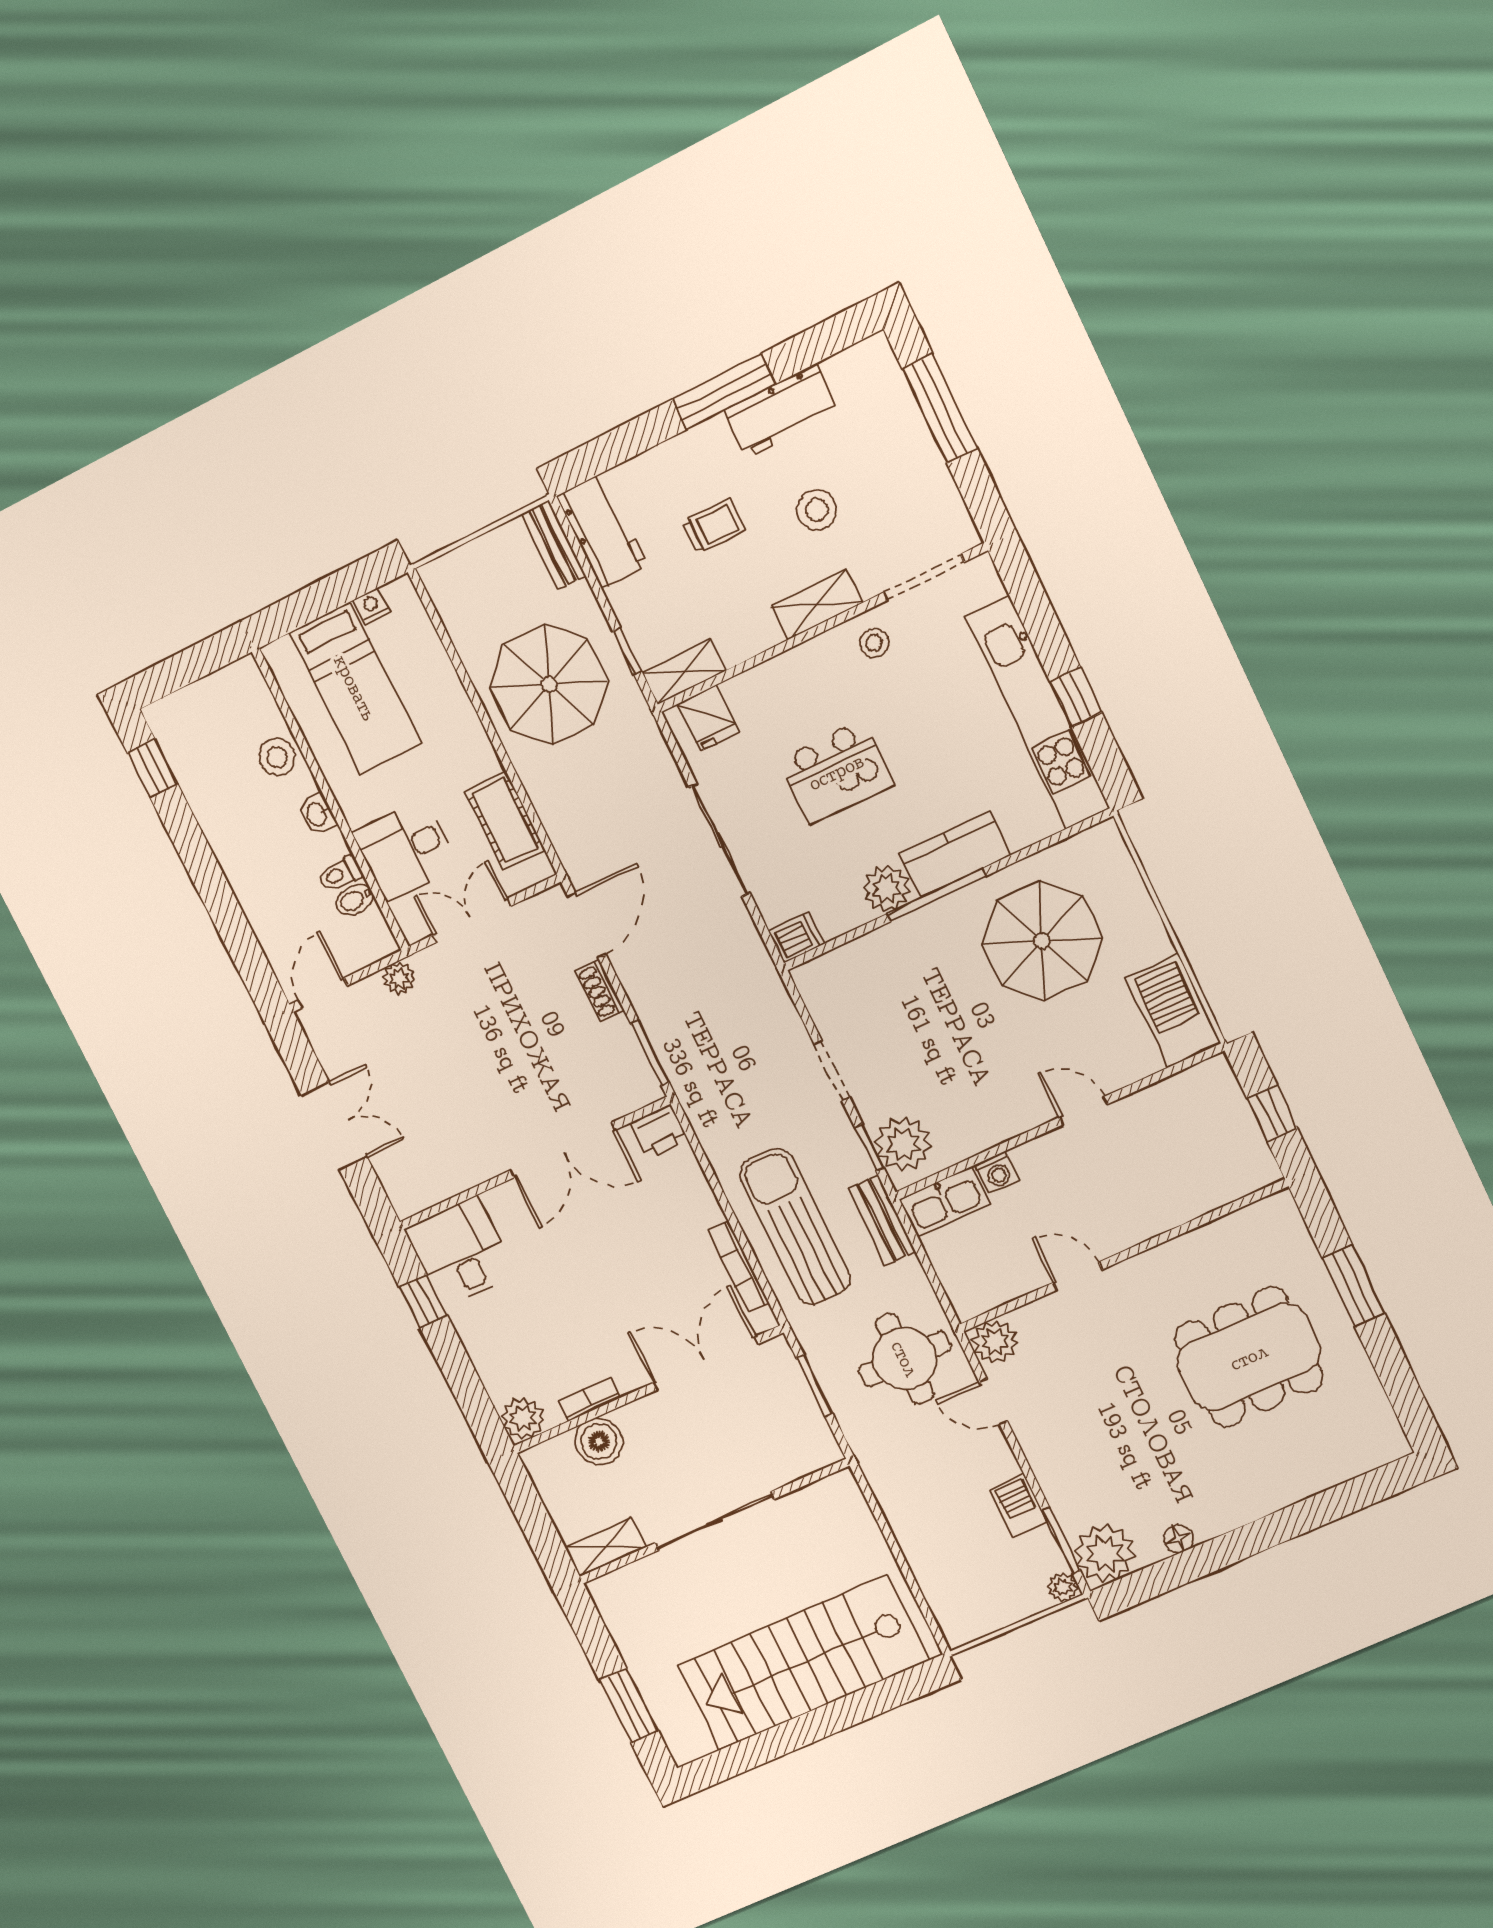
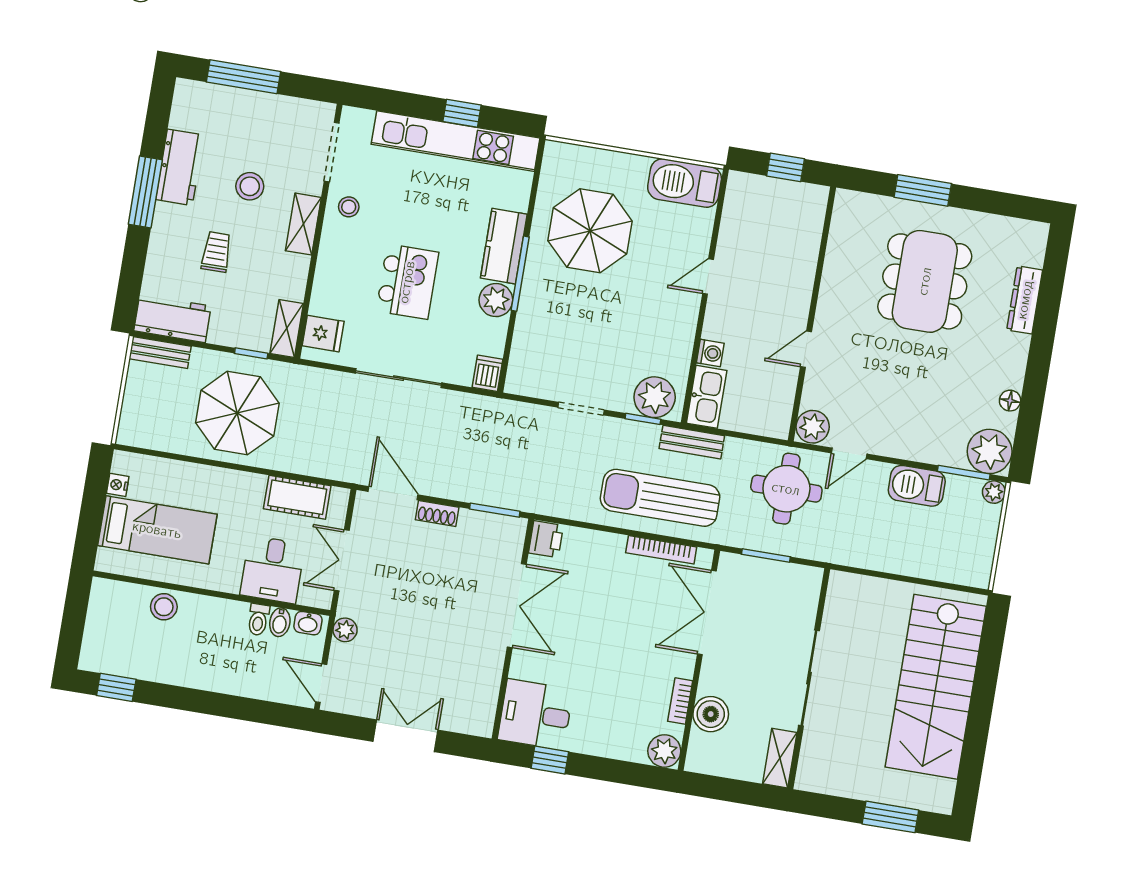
washbasin: (317, 814) -> (308, 623), moved
dresser: (1305, 1481) -> (1025, 300), added
barbecue: (1019, 1506) -> (917, 486), width x1.38, depth x1.27

